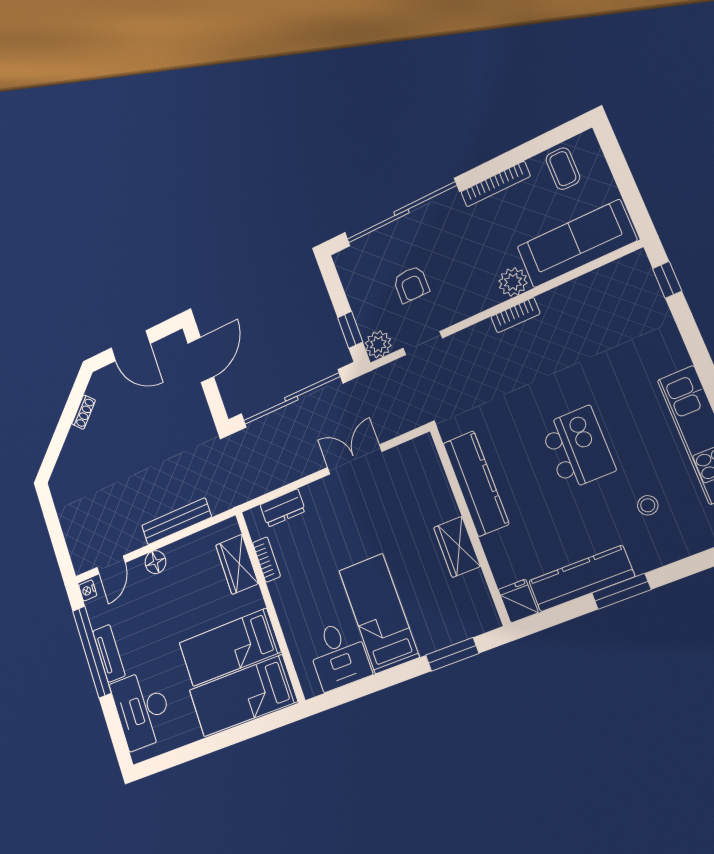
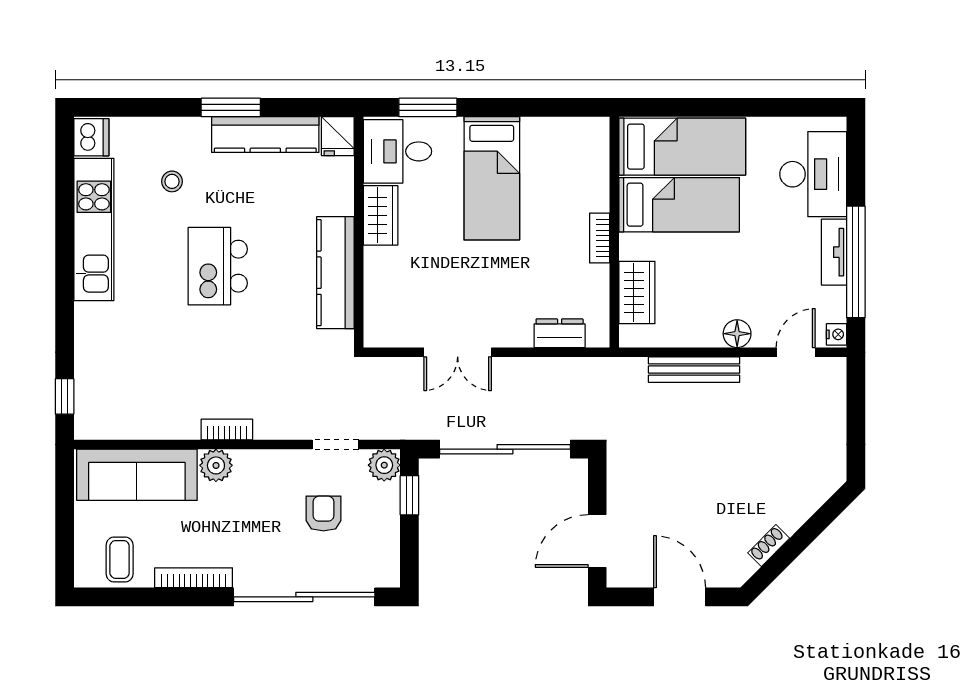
bookcase: (267, 560) -> (600, 238), moved
desk: (339, 655) -> (397, 151), moved, turned -90

